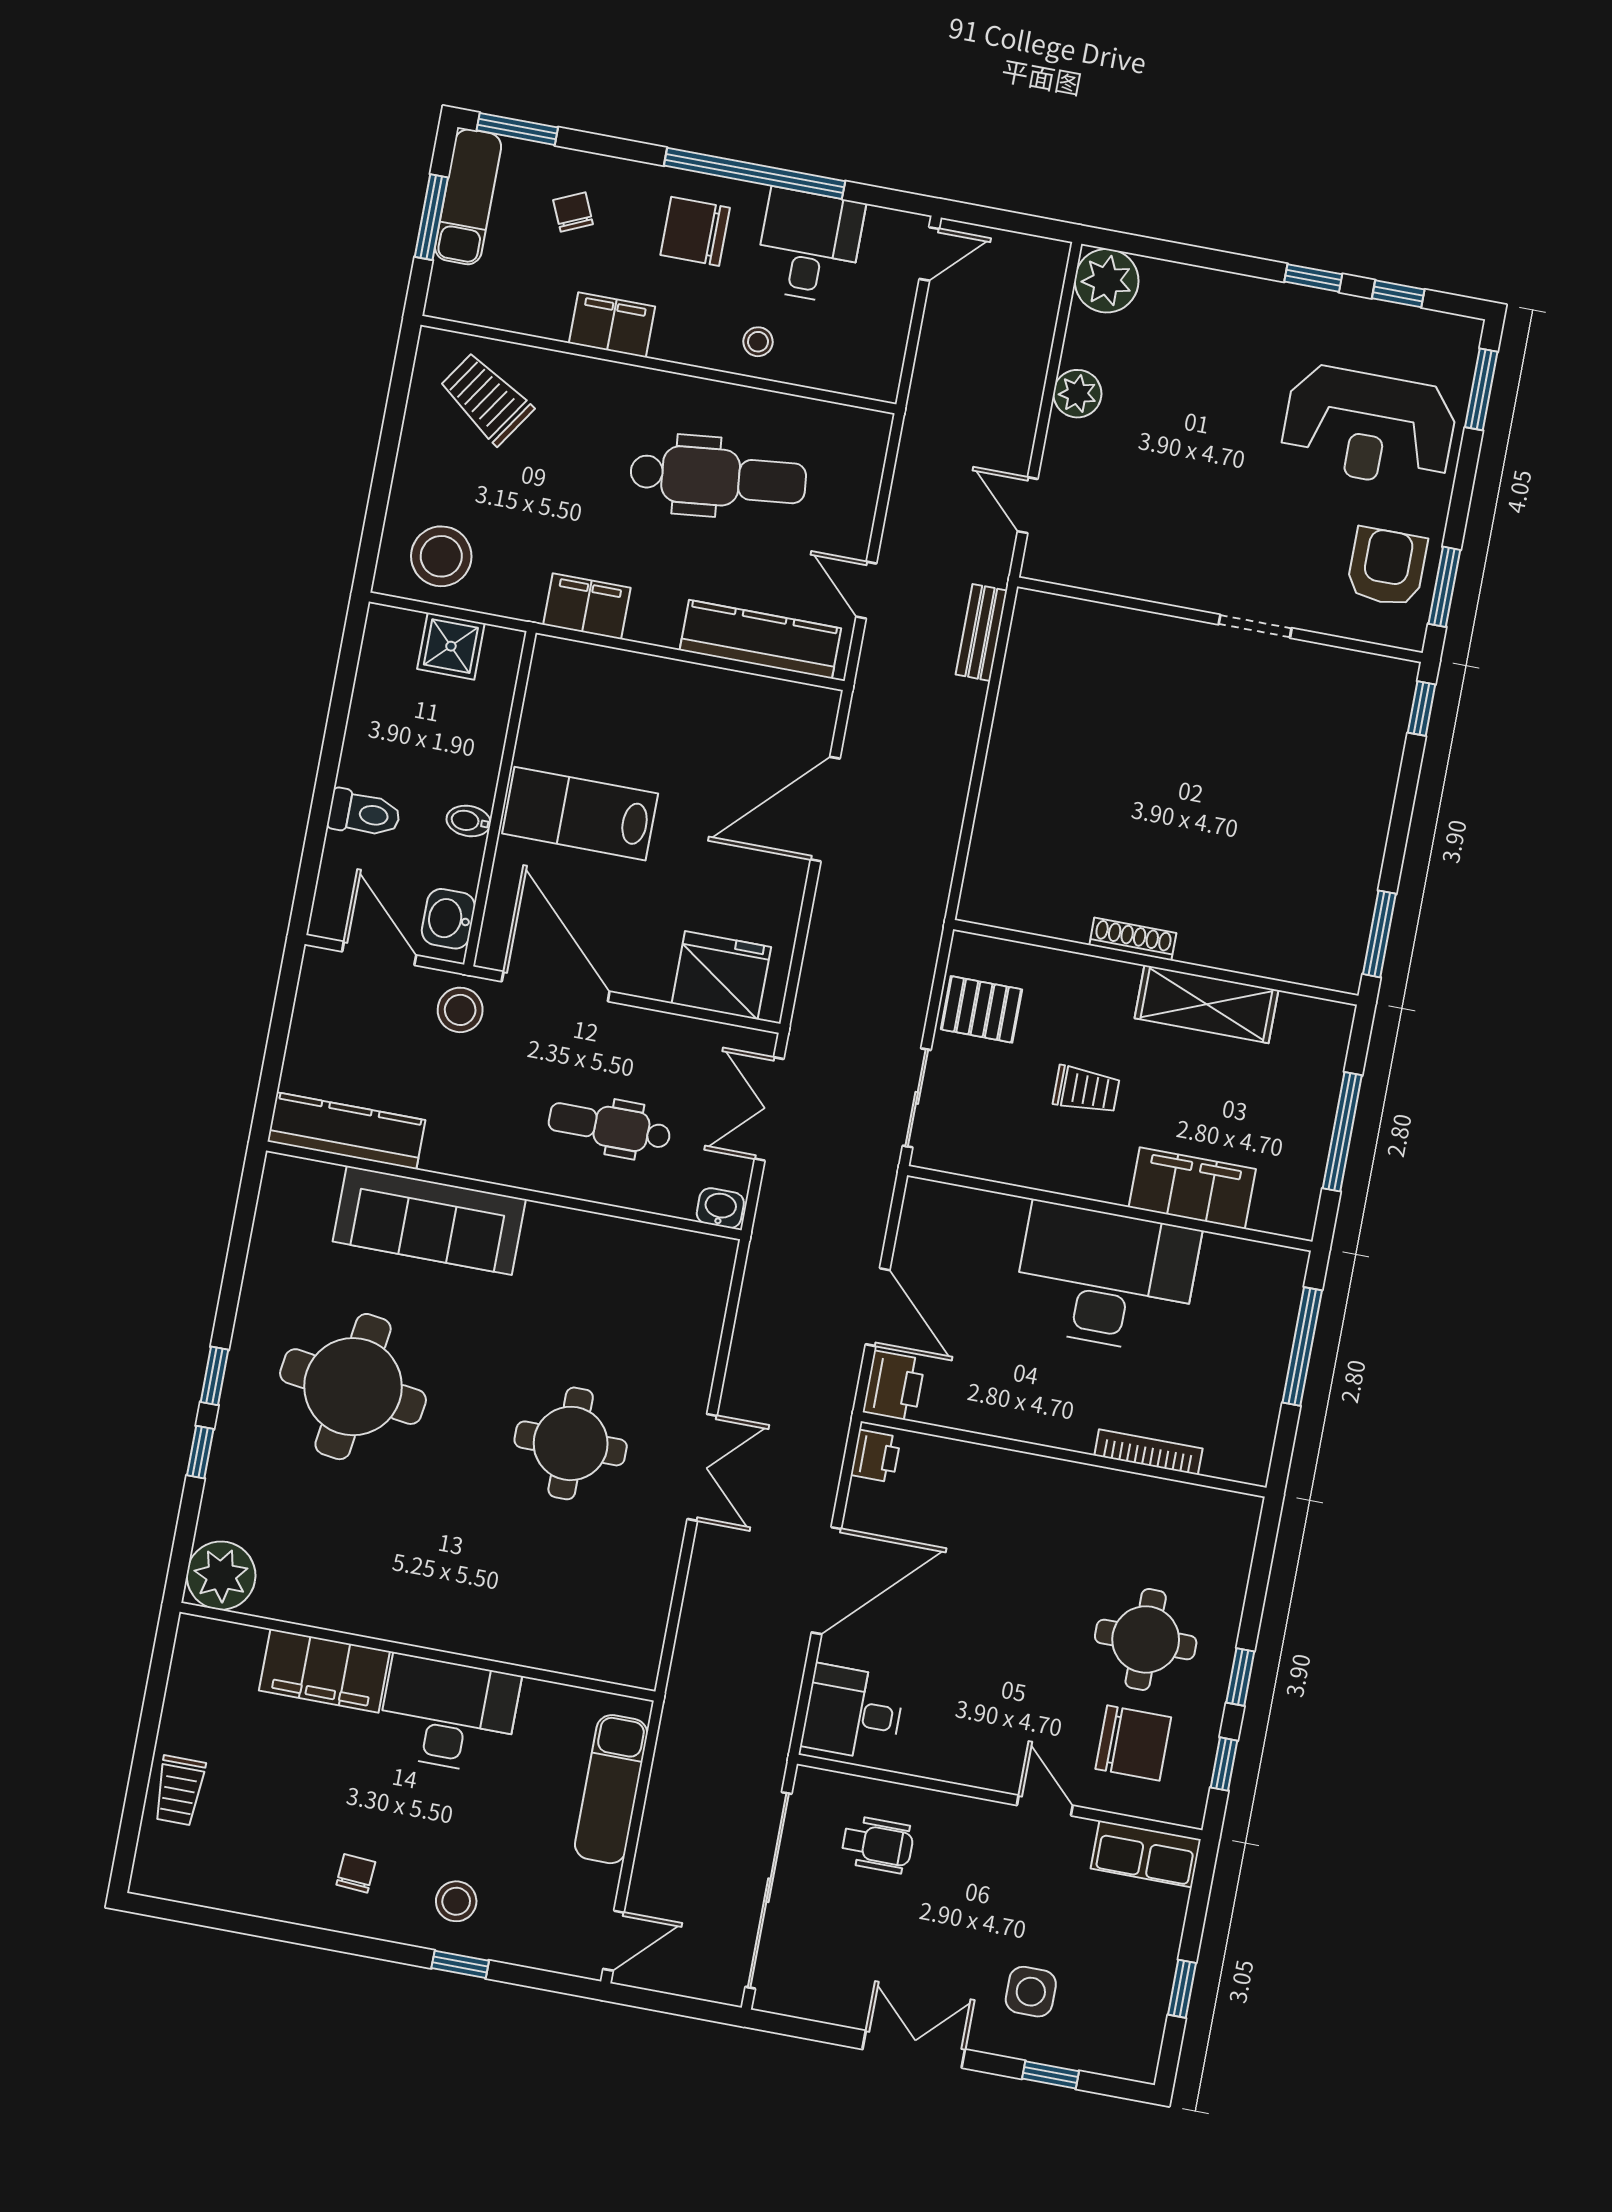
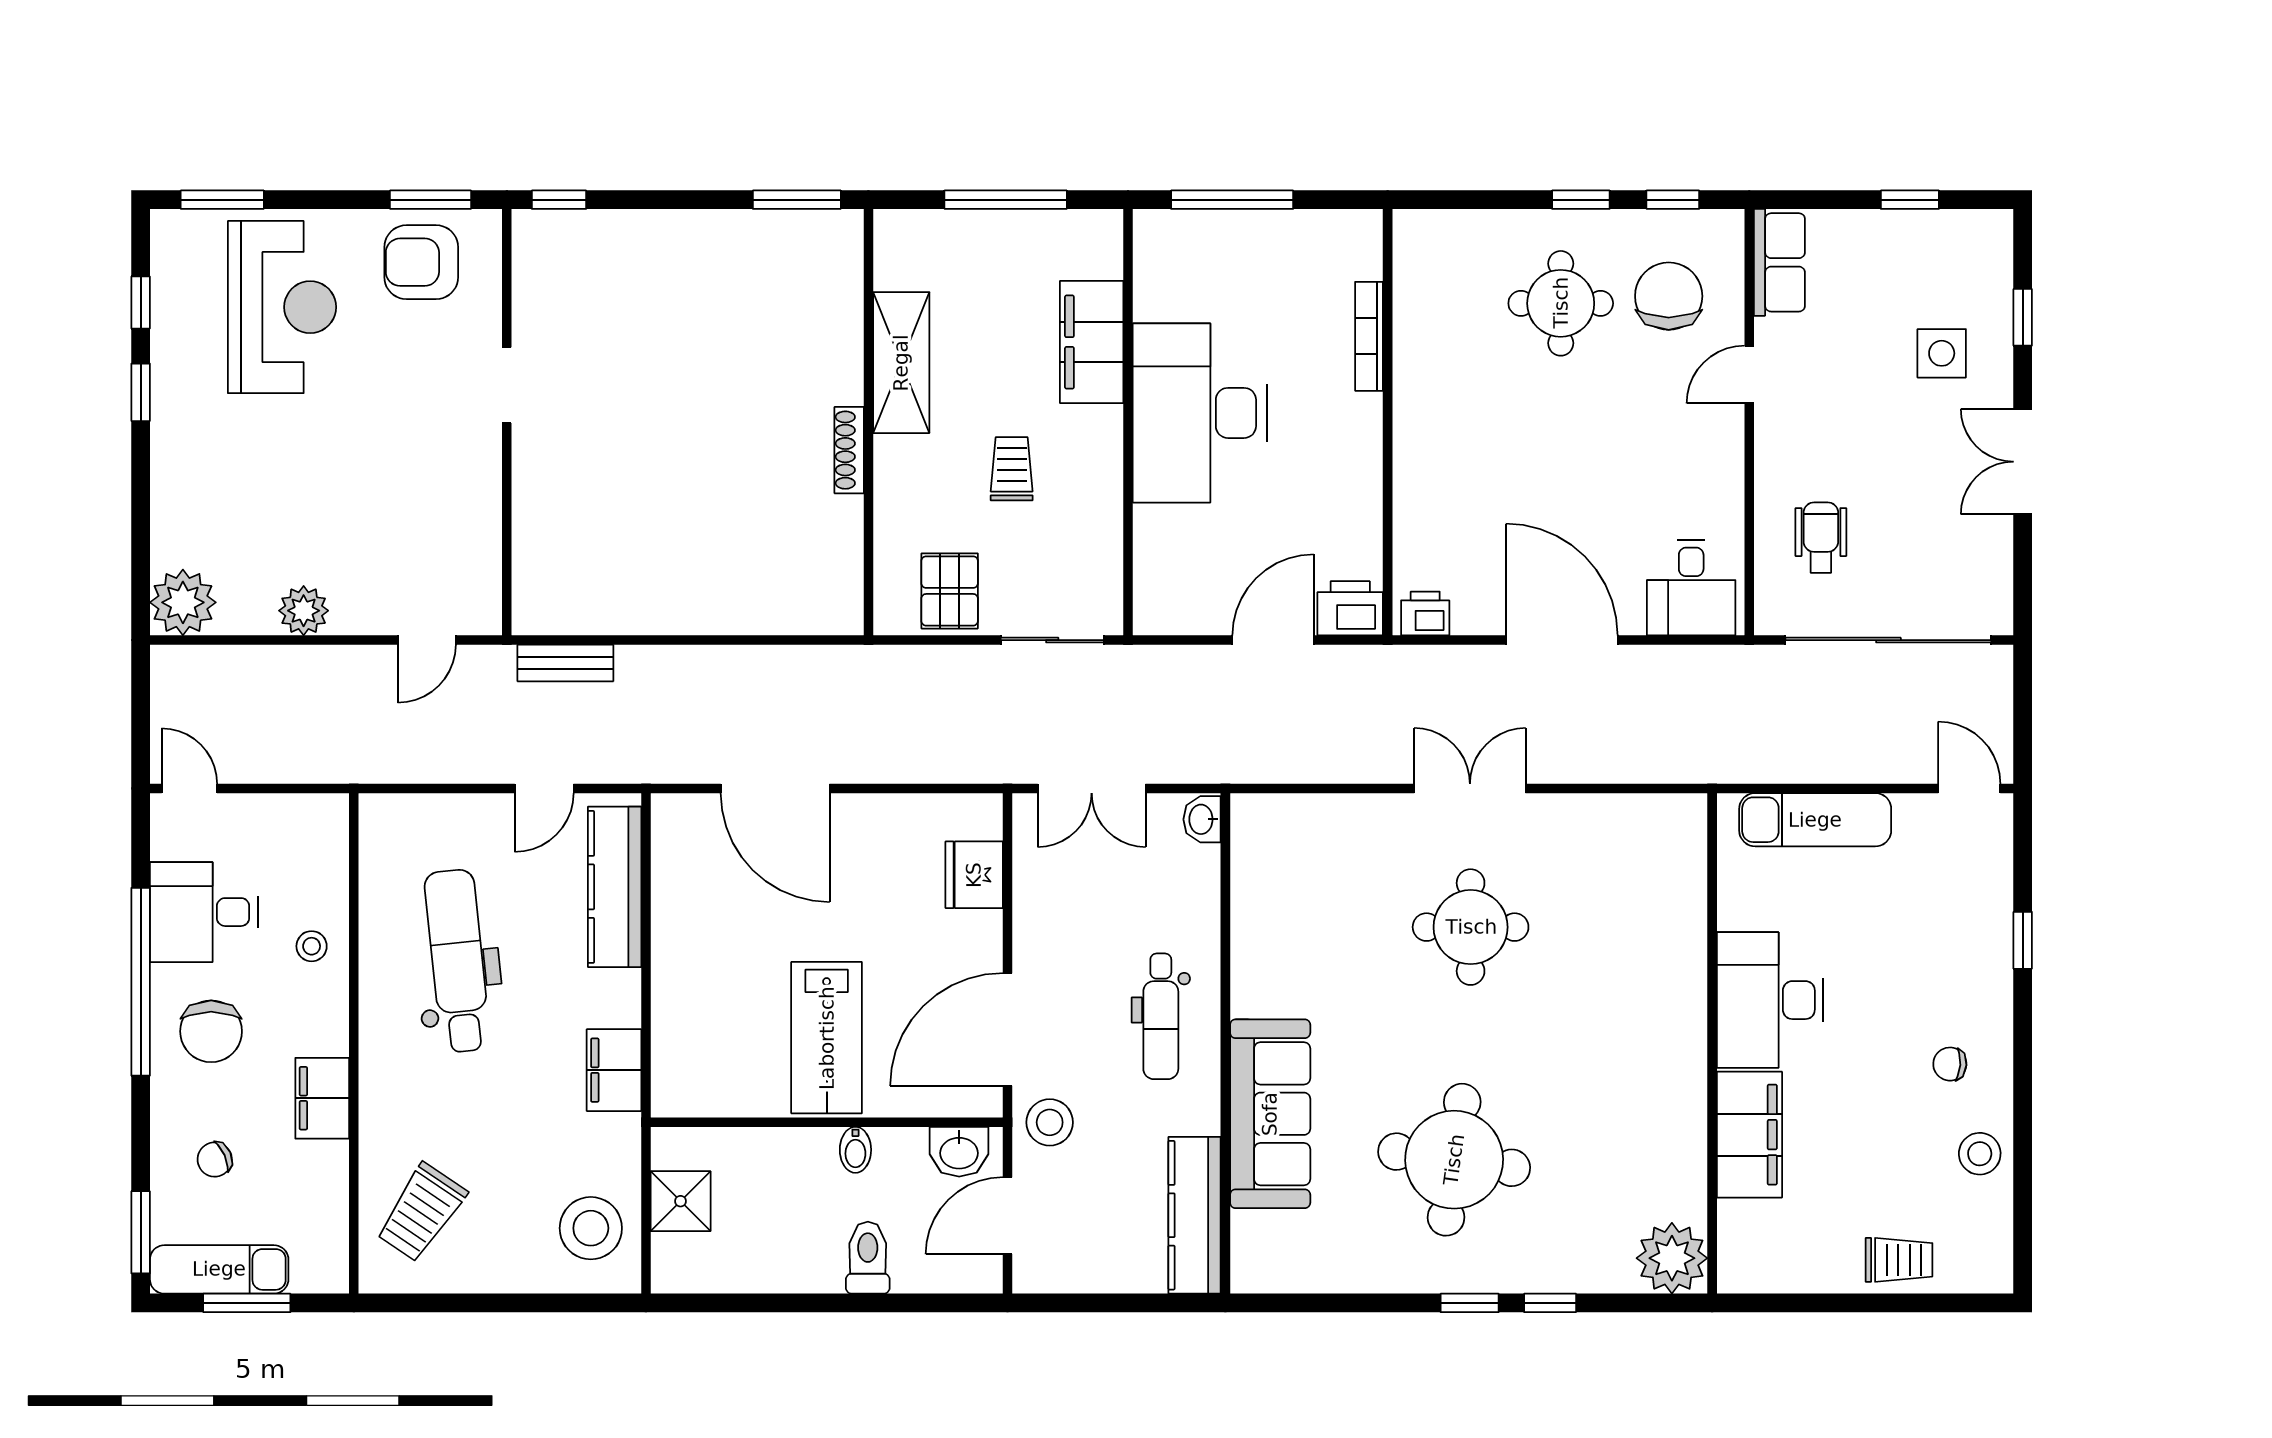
fridge: (721, 975) -> (974, 875), width x0.73, depth x0.75
dental chair: (610, 1127) -> (1161, 1016), moved
stool: (456, 1901) -> (1980, 1154), moved

